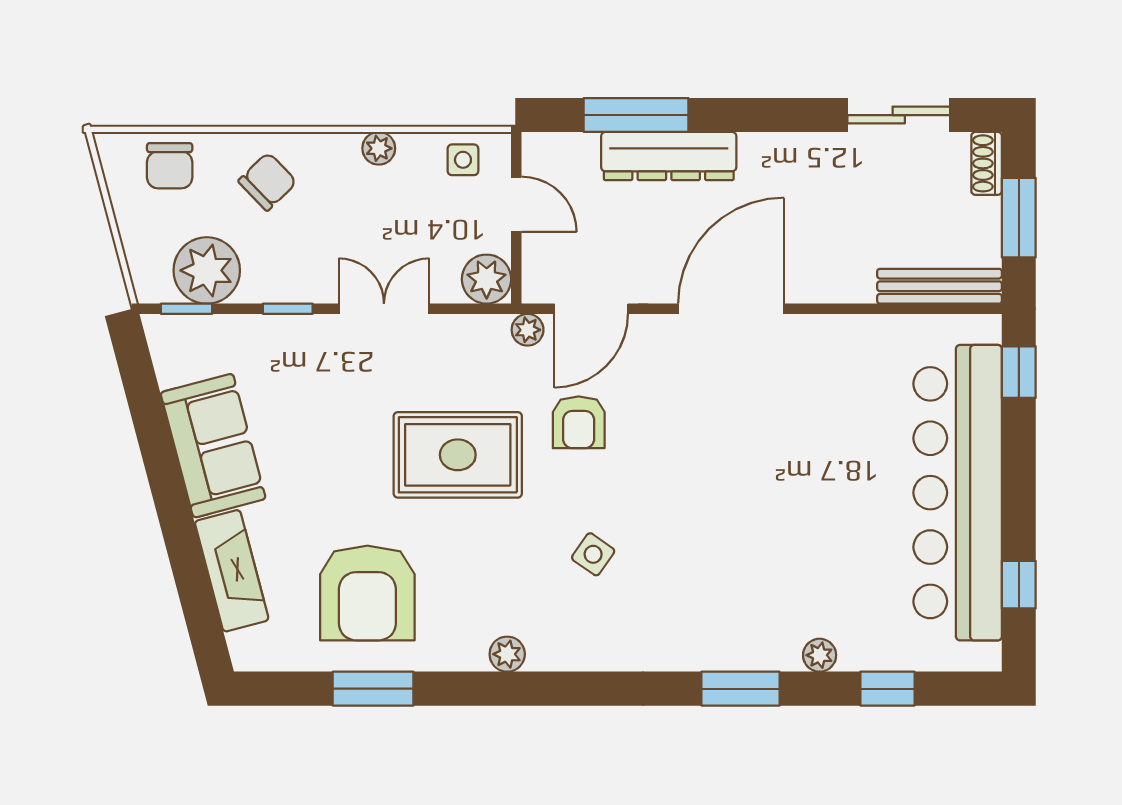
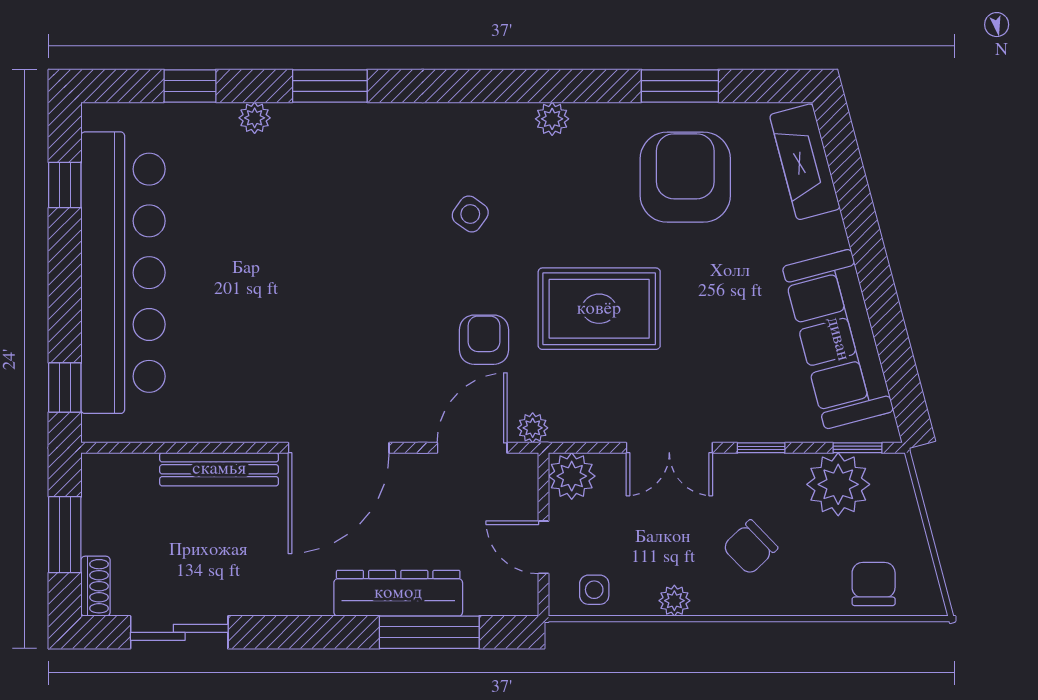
chair: (268, 182) -> (750, 547), moved
bench: (940, 286) -> (219, 469), moved
sofa: (213, 446) -> (838, 339), width x1.36
fireplace: (232, 571) -> (805, 162), moved

